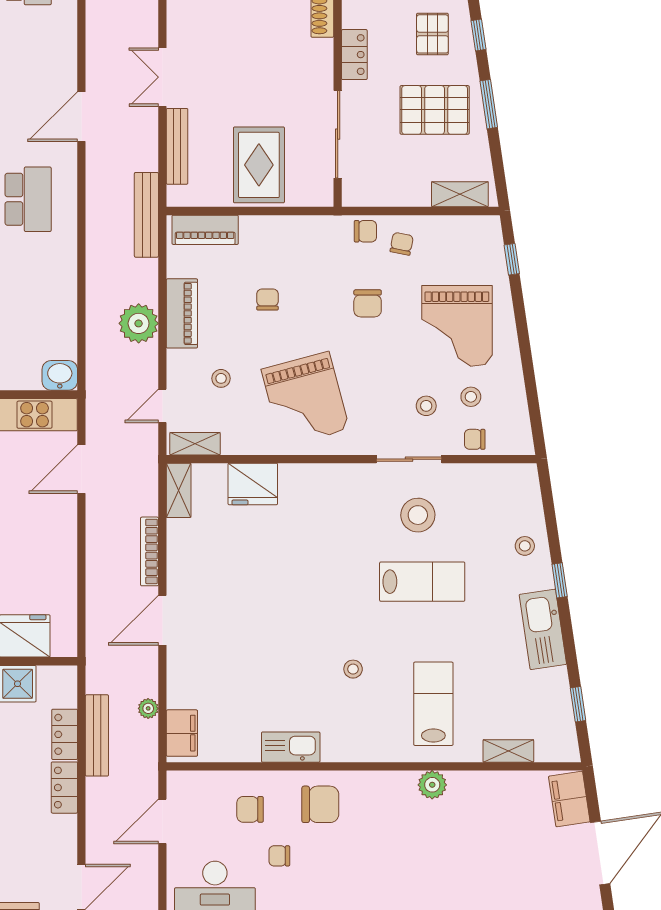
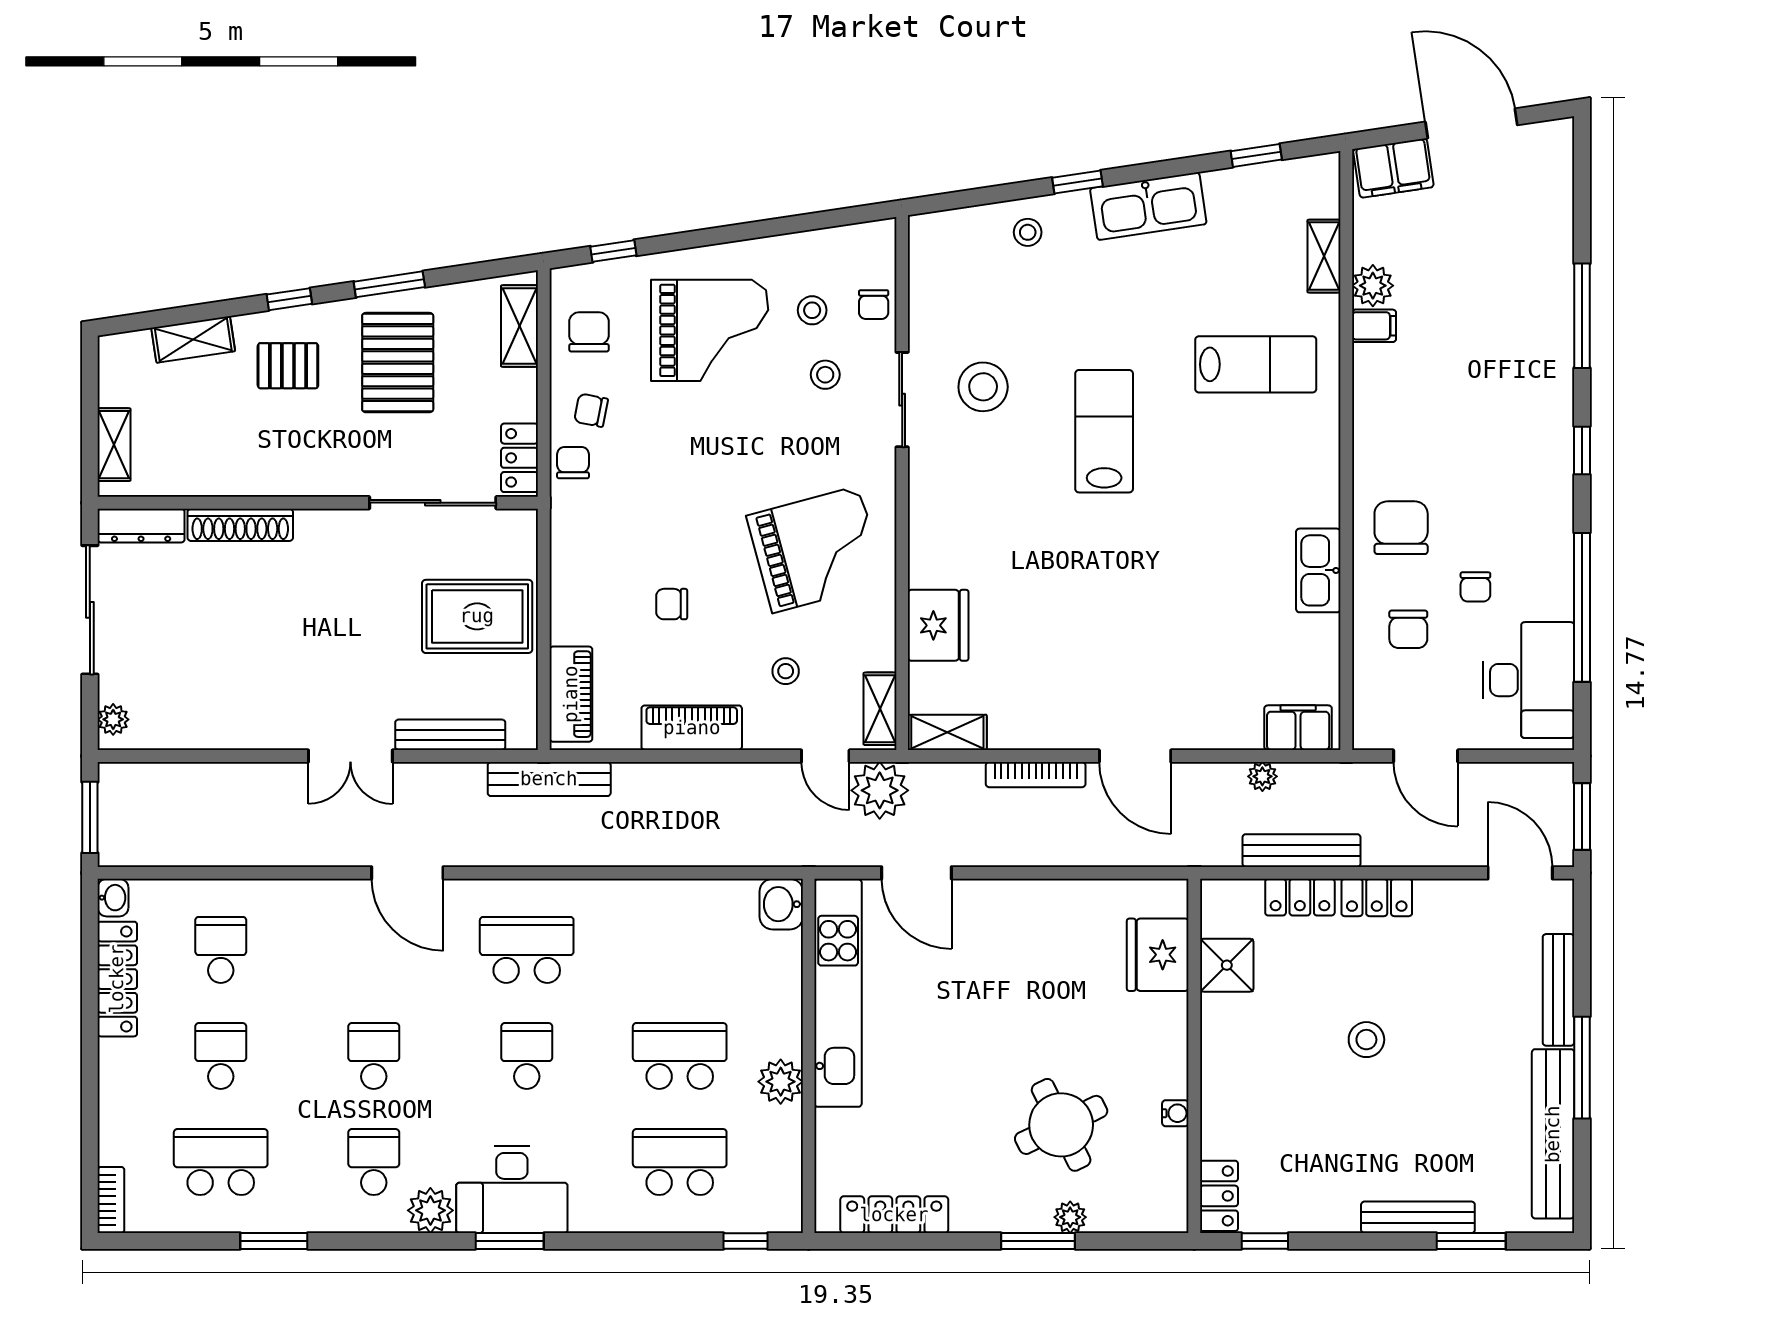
locker: (354, 55) -> (520, 458), moved, turned -90
chair: (368, 303) -> (589, 332), moved, turned -90
plant: (139, 323) -> (880, 790), moved
lab bench: (422, 582) -> (1104, 431), moved
stool: (353, 669) -> (1206, 480), removed
lab bench: (433, 704) -> (1256, 364), turned 180
plant: (432, 785) -> (1373, 286), moved
filing cabinet: (460, 786) -> (1374, 326), added

